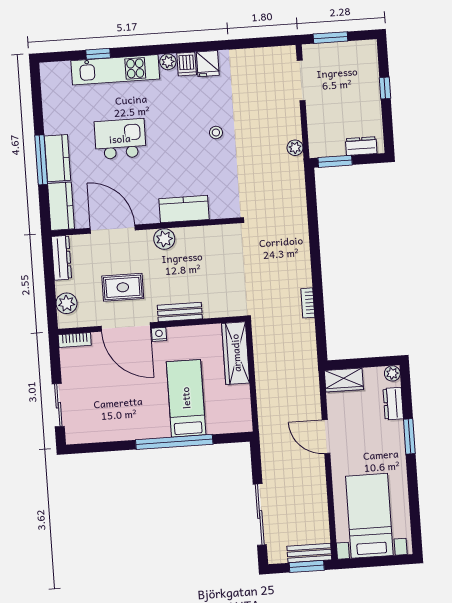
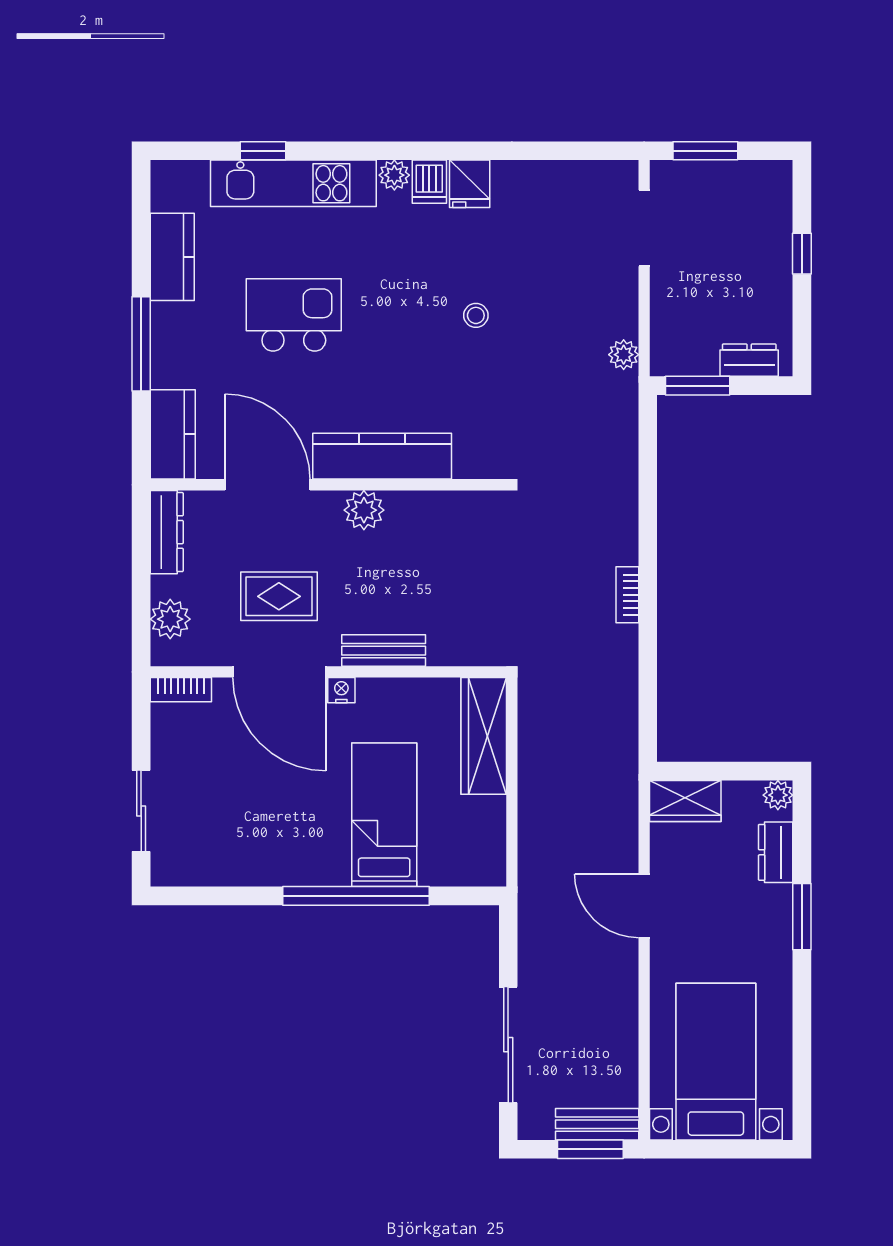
kitchen counter: (57, 158) -> (172, 257), moved
kitchen counter: (184, 209) -> (382, 456), width x1.50
bookcase: (308, 303) -> (627, 595), moved

